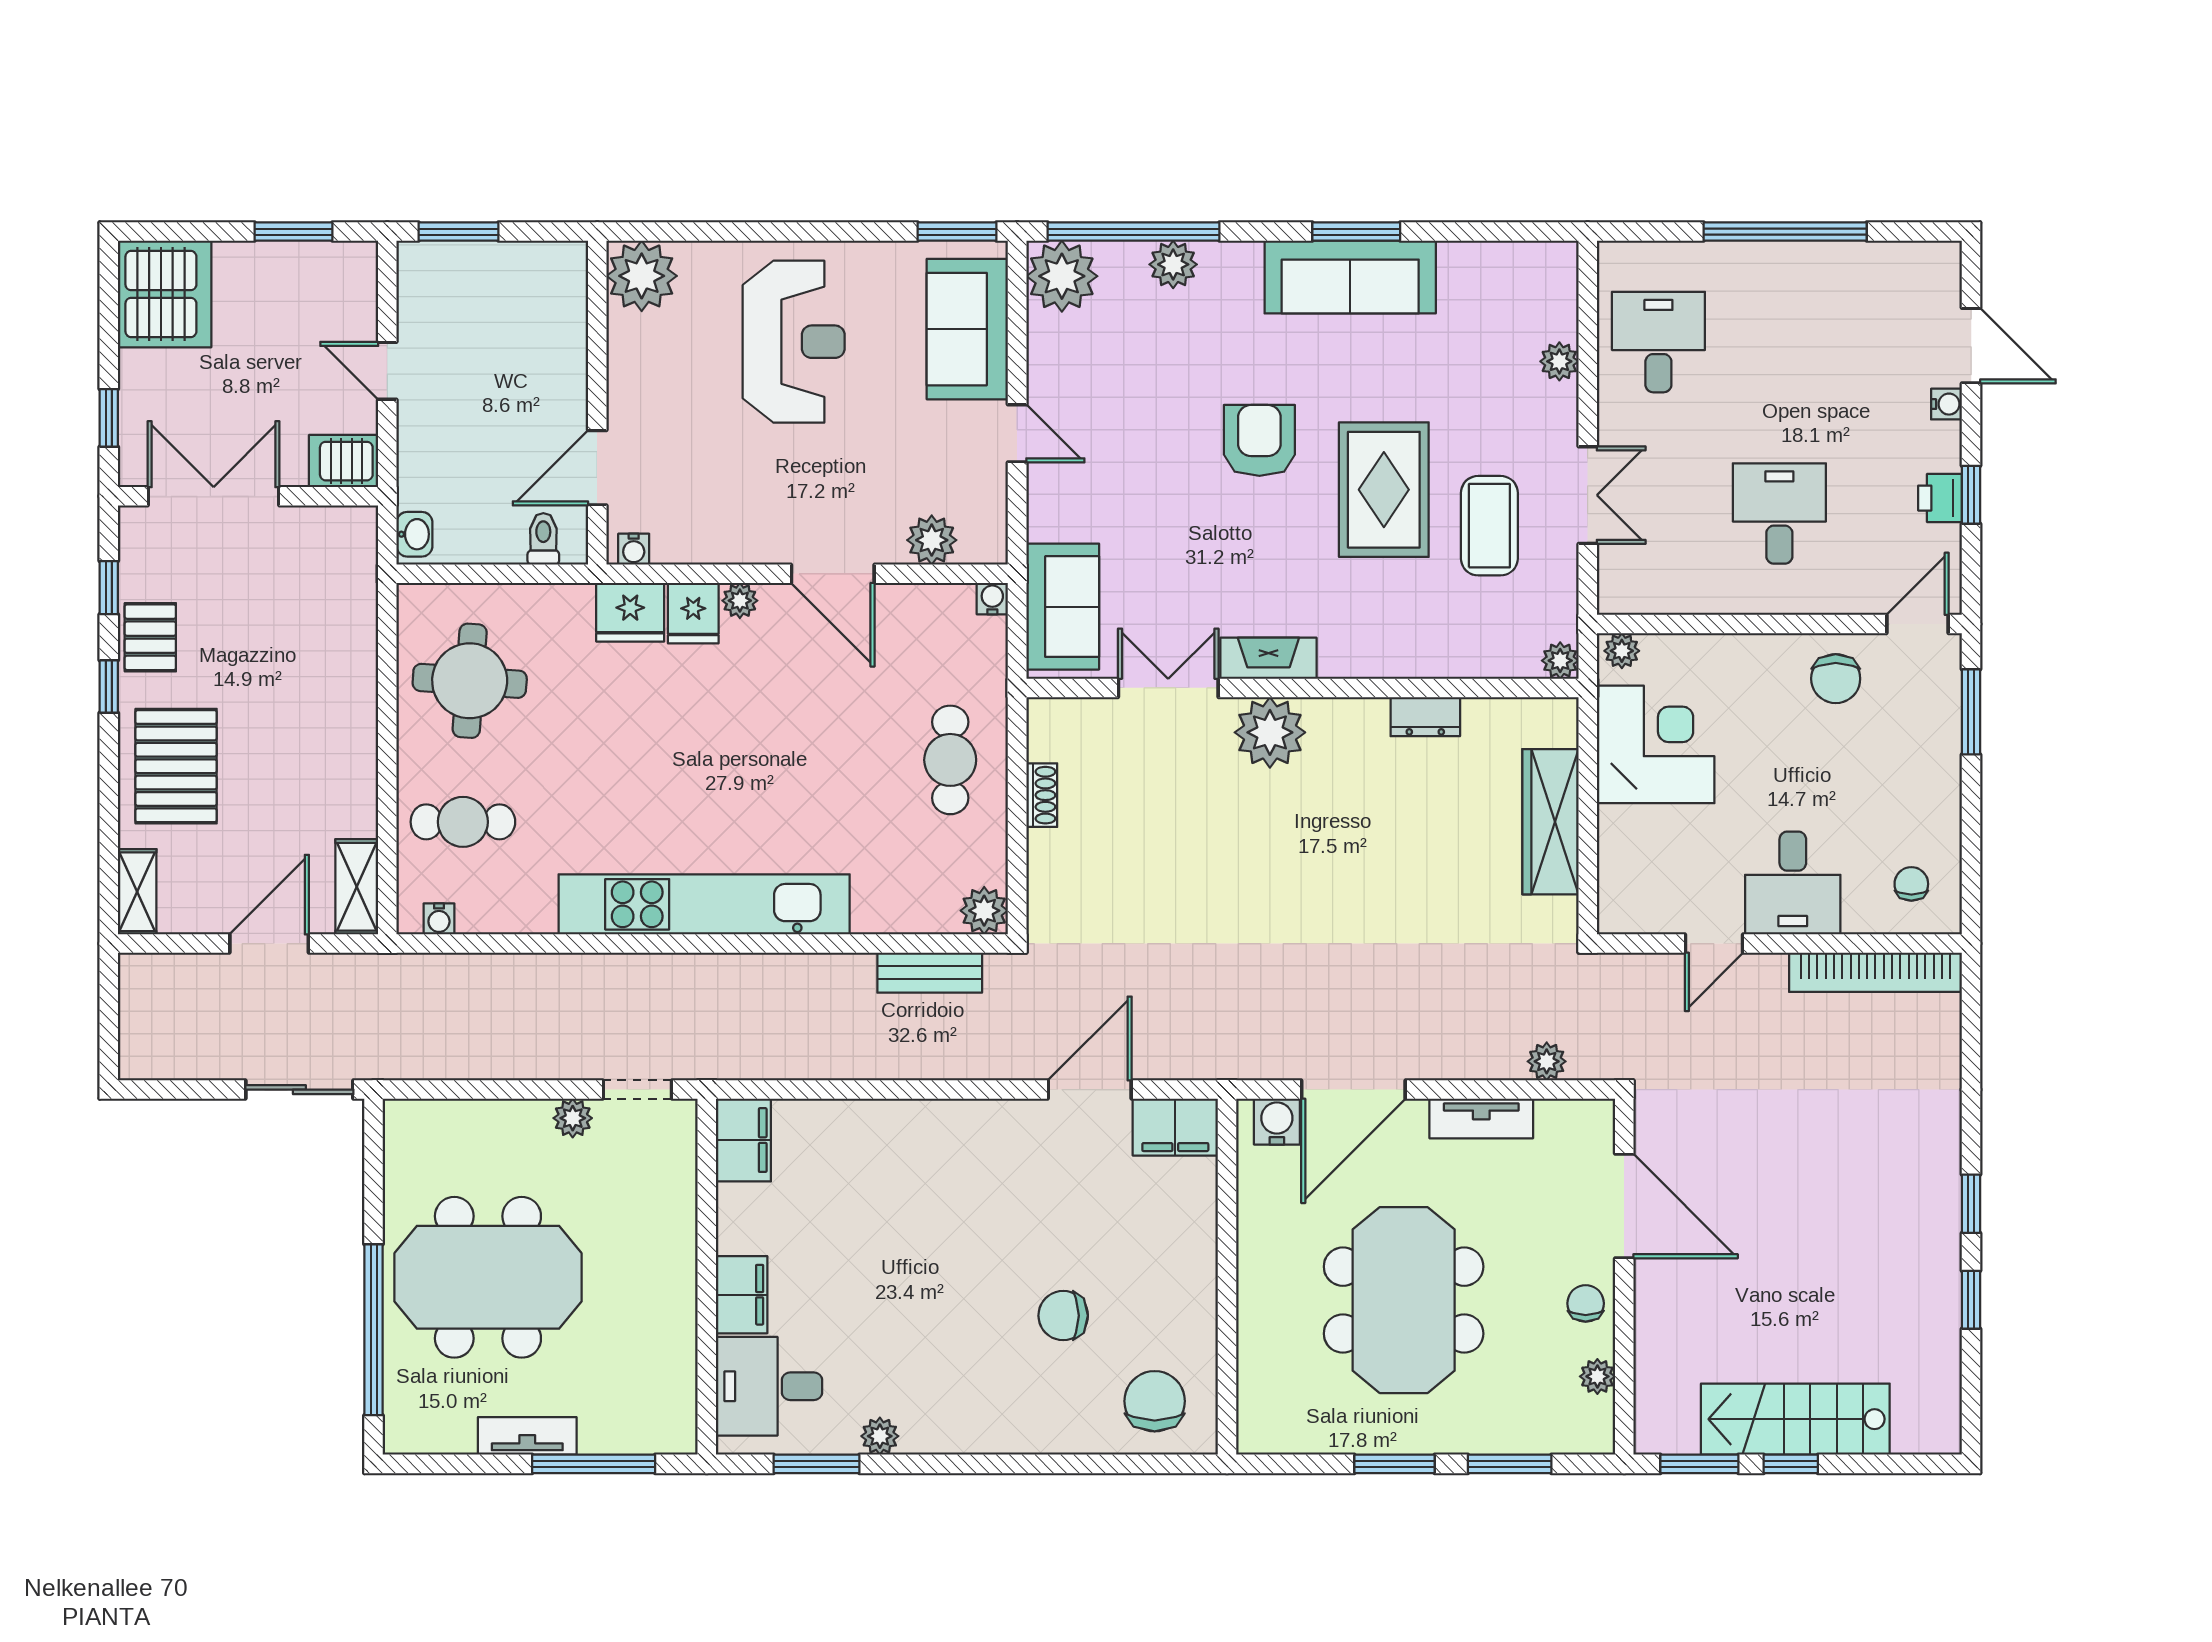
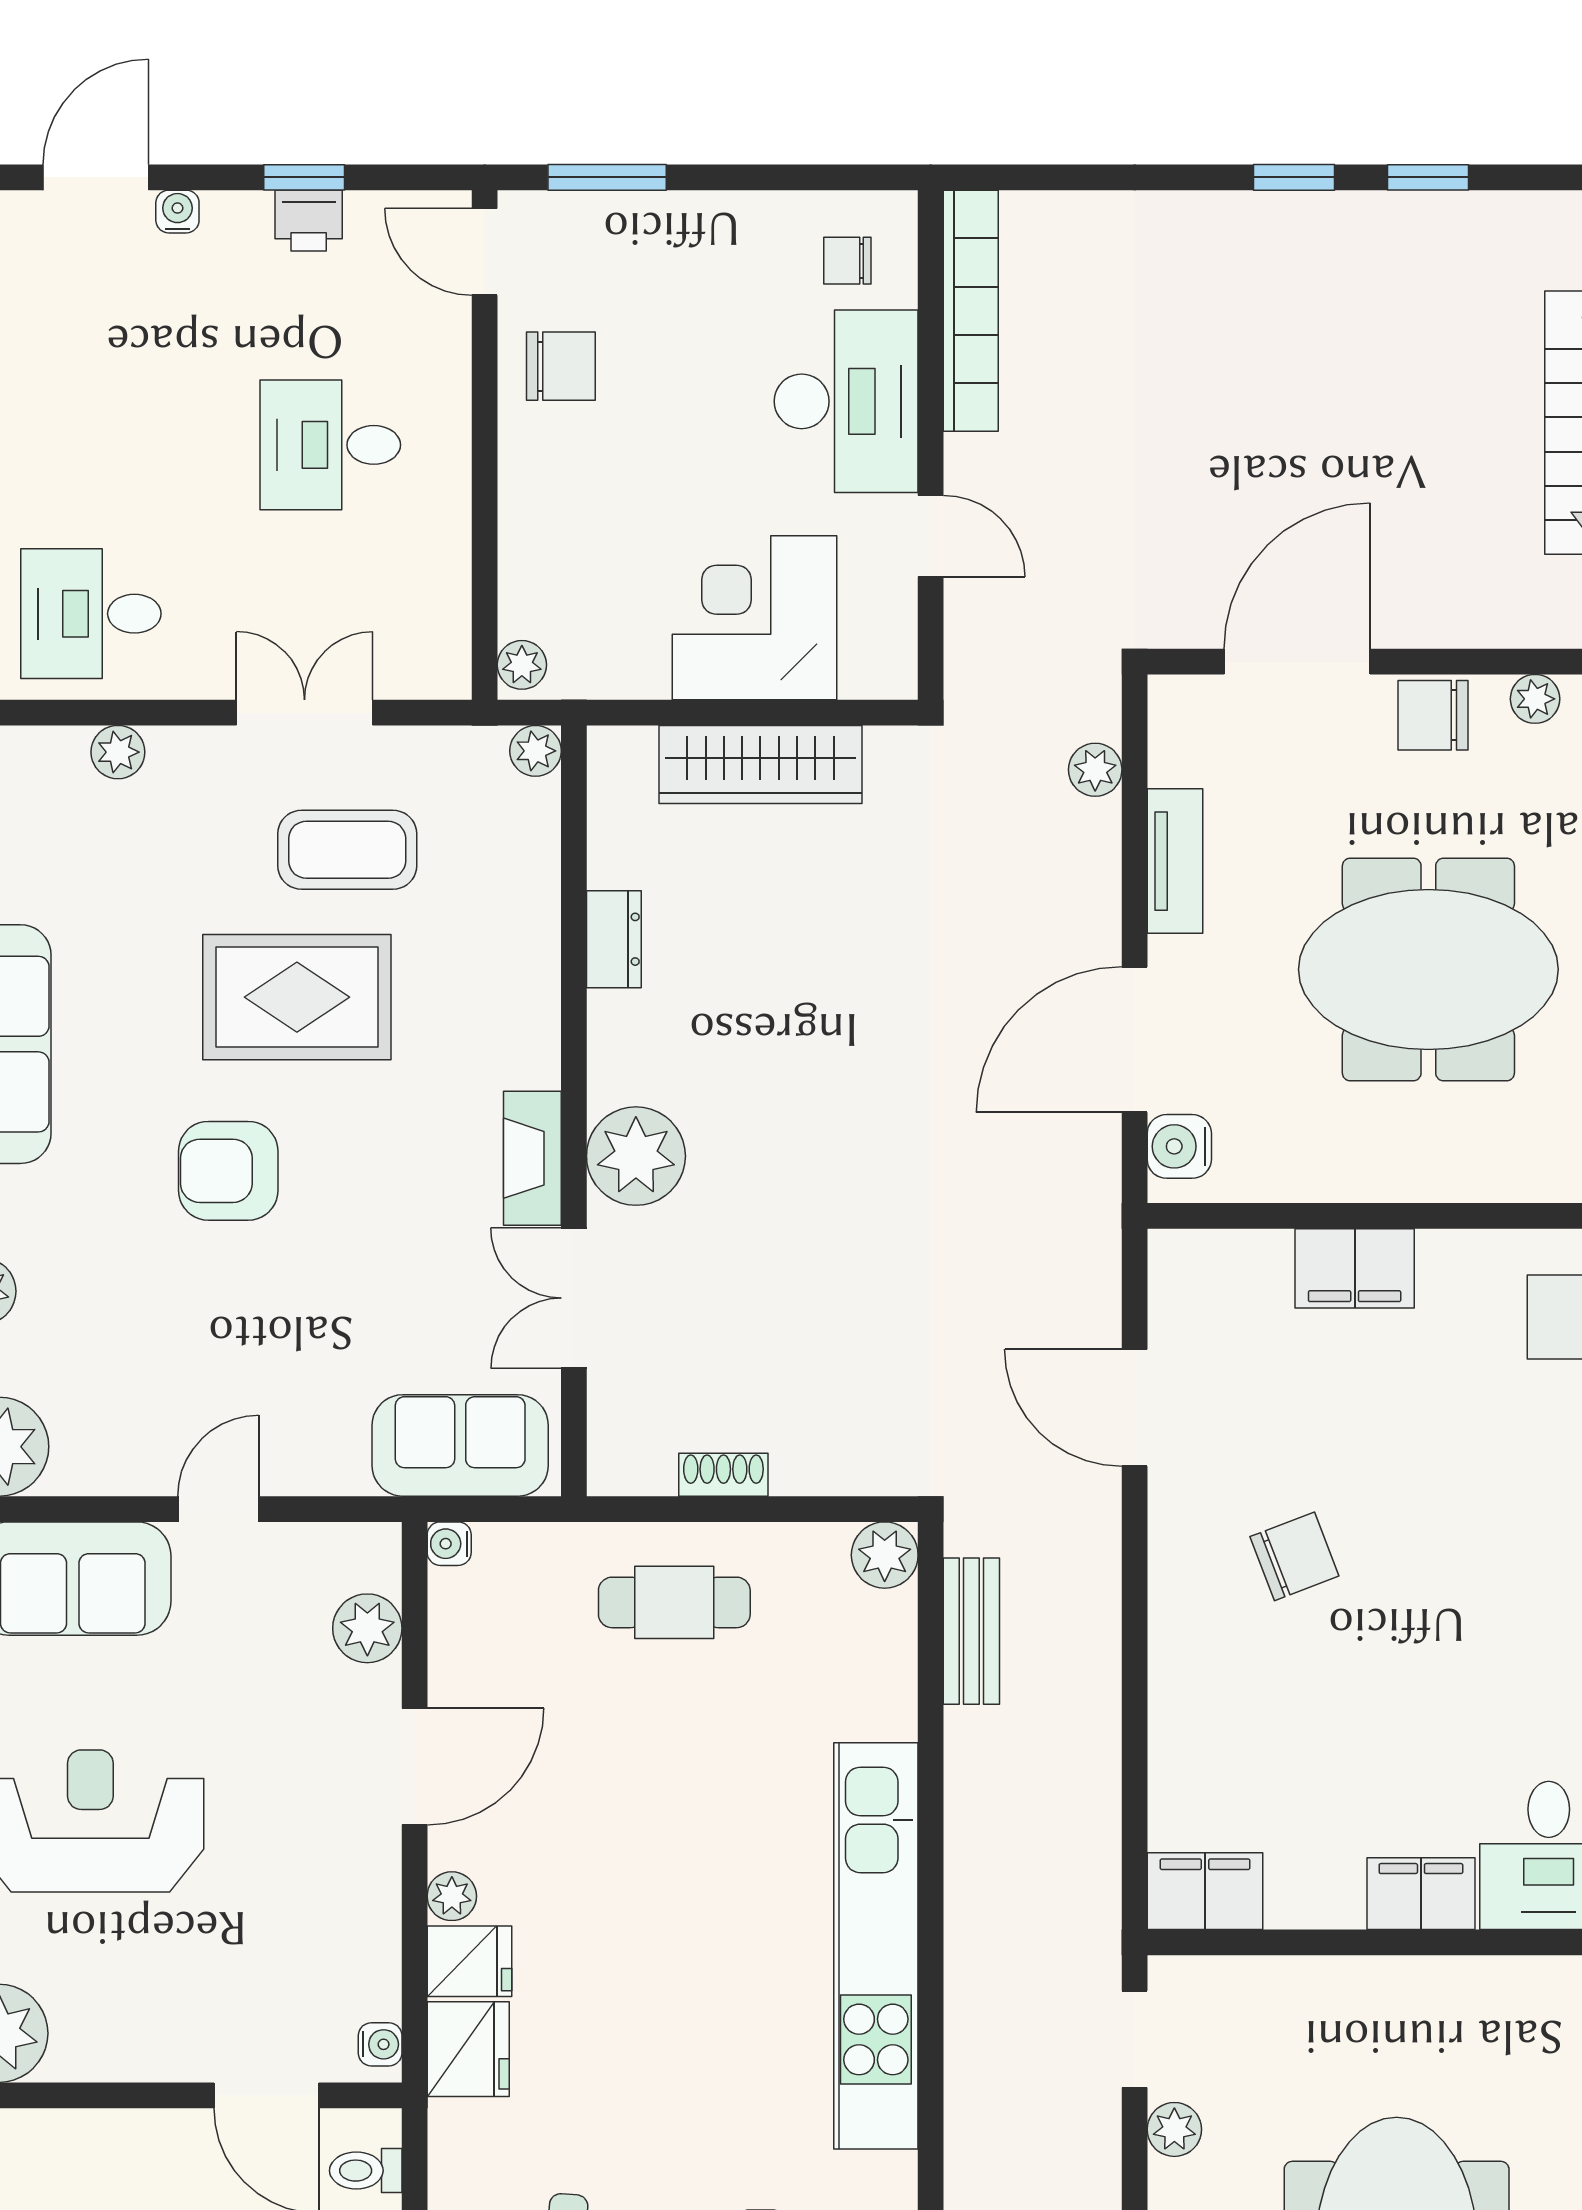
corner desk: (1656, 744) -> (754, 618), moved
desk: (1793, 883) -> (846, 401), width x1.37
door: (1353, 1090) -> (1135, 1040), swing flipped
filing cabinet: (1175, 1127) -> (1355, 1268), moved, turned 90
chair: (1586, 1303) -> (1433, 715), width x1.37, depth x1.37
chair: (1063, 1316) -> (1294, 1556), moved, turned -111

